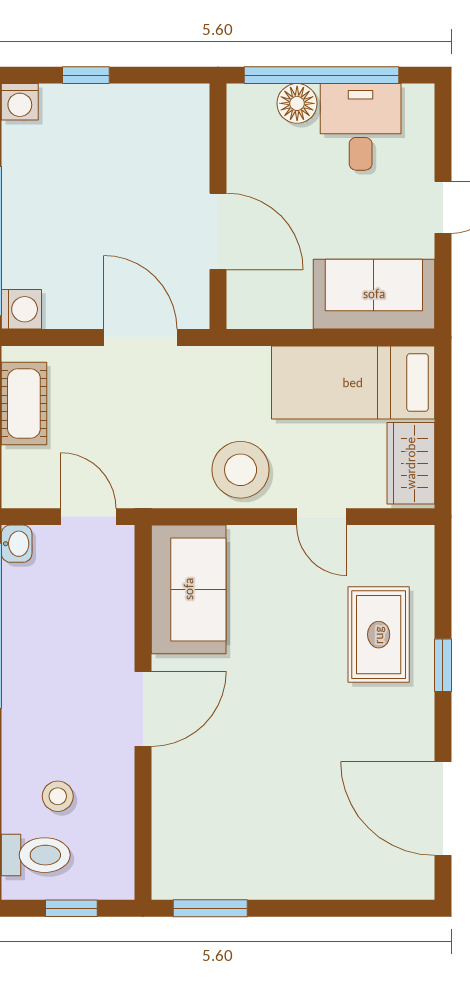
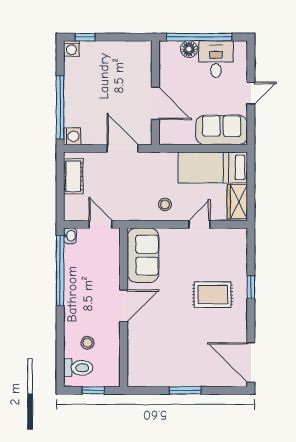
window: (86, 75) -> (85, 37), moved
stool: (241, 470) -> (165, 204), width x0.53, depth x0.53
door: (322, 517) -> (199, 224), swing flipped
rug: (379, 635) -> (213, 295), moved, turned 90
door: (443, 809) -> (251, 363), moved
window: (210, 908) -> (185, 390), moved

